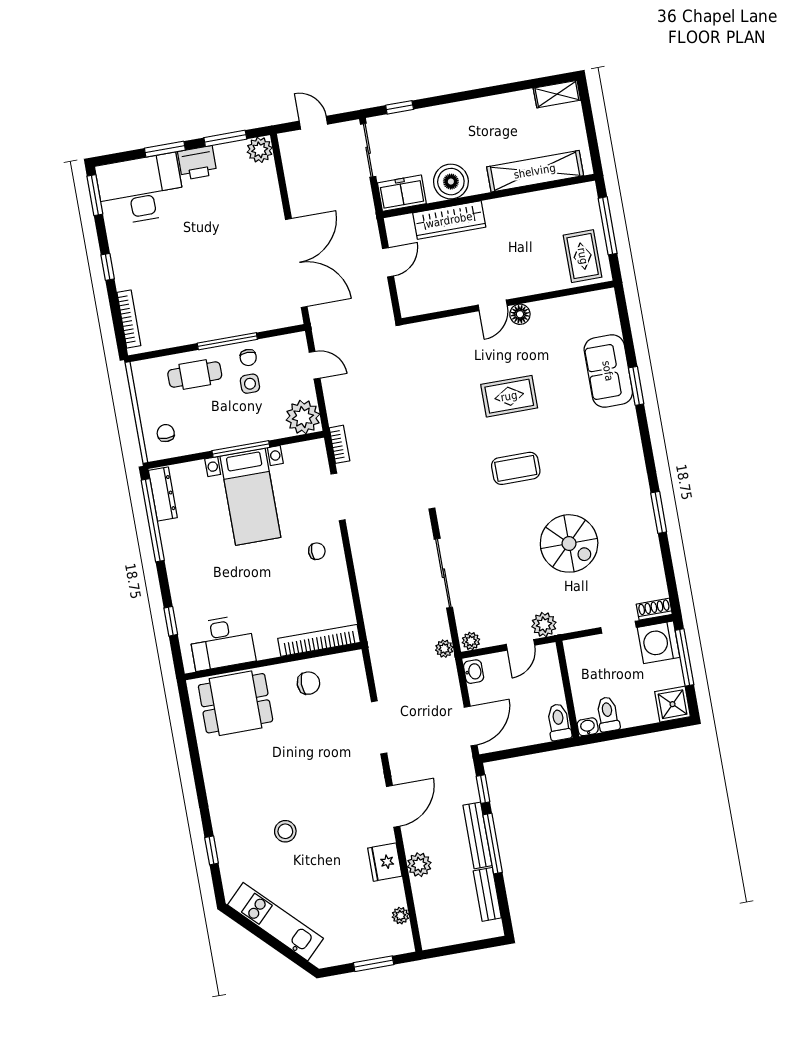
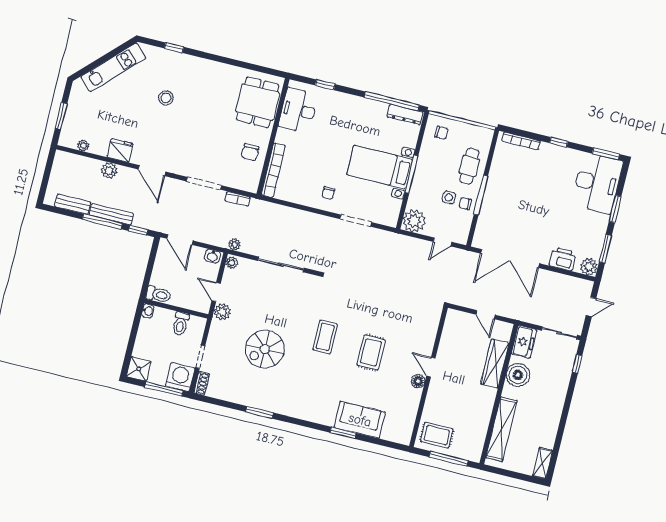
printer: (197, 163) -> (563, 259), moved, turned 90
bookcase: (339, 444) -> (237, 199), moved
toilet: (608, 714) -> (181, 324), moved, turned 90

